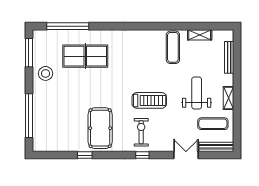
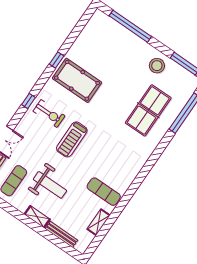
shelving: (228, 98) -> (37, 217), moved
window: (85, 155) -> (57, 60), moved

